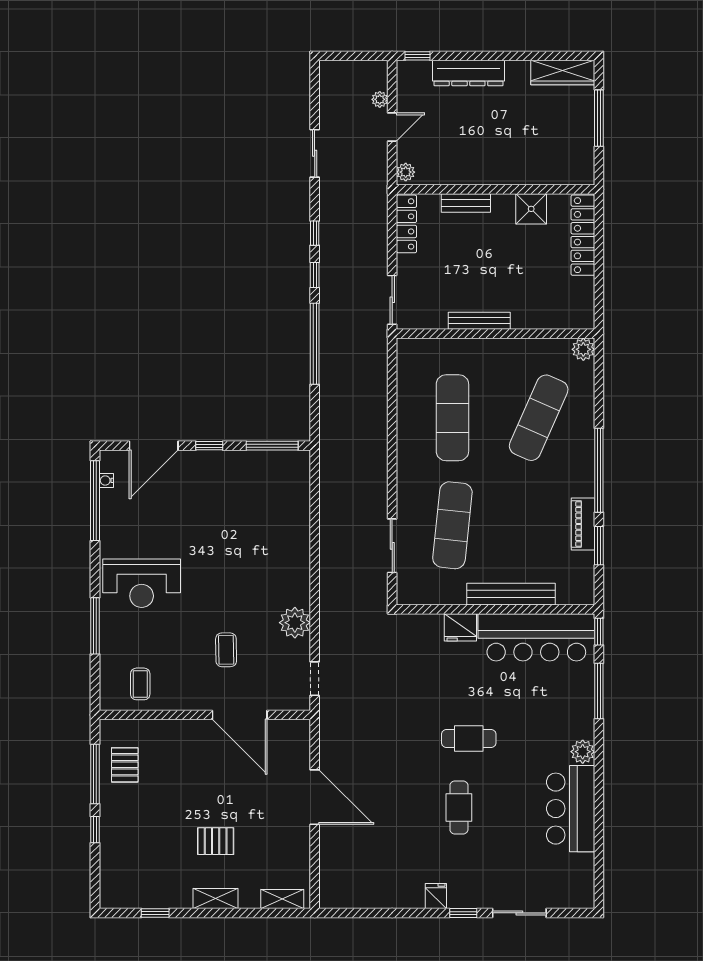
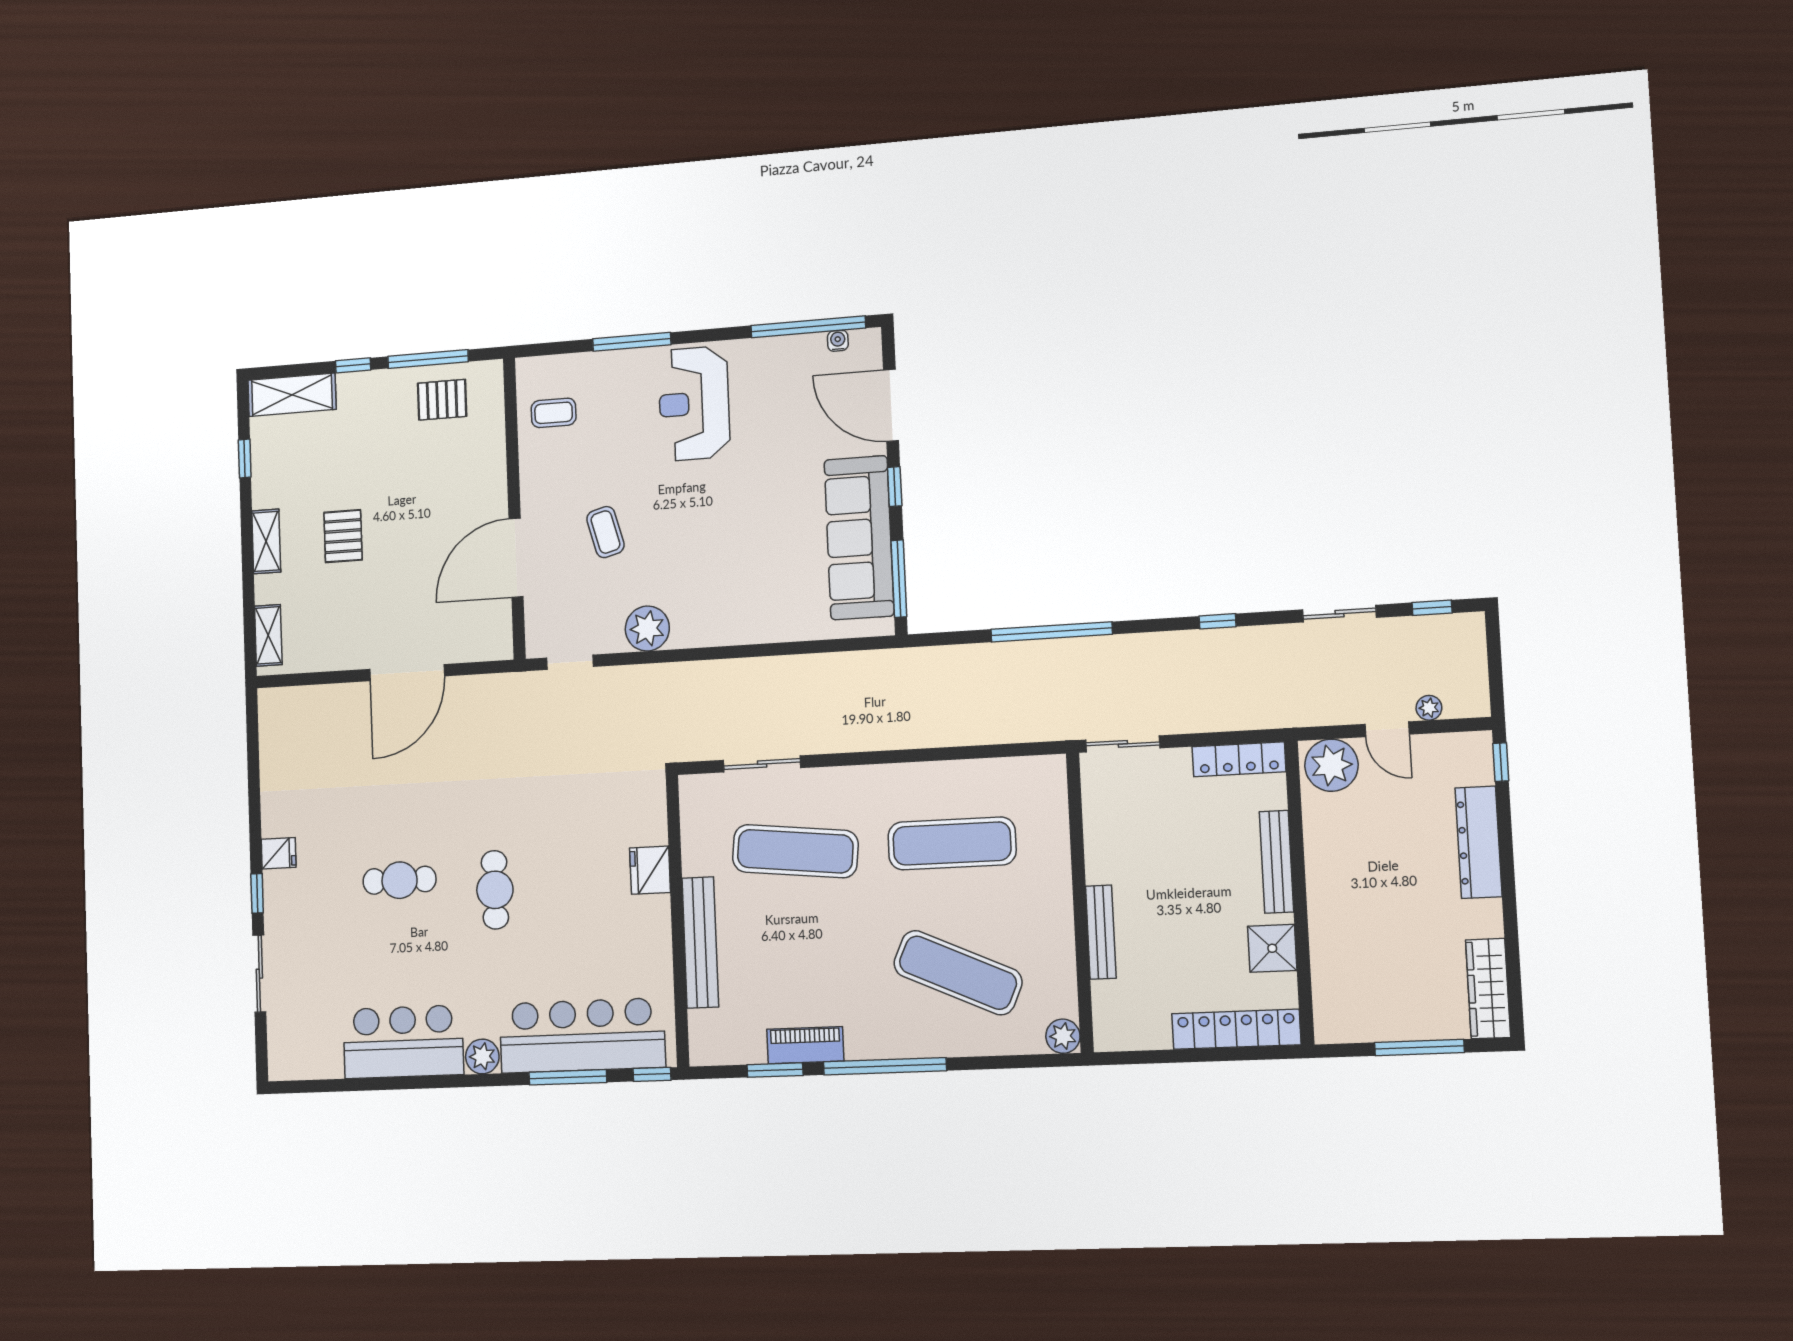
plant: (406, 172) -> (1331, 765), width x1.88, depth x1.88
bench: (466, 203) -> (1277, 862), width x1.36
window: (315, 275) -> (1432, 608), moved
bench: (479, 321) -> (1101, 932), moved
sofa: (242, 472) -> (859, 538), added
bar counter: (536, 637) -> (582, 1035), moved, turned 90
coffee table: (226, 650) -> (605, 532), turned 76
shelving: (112, 876) -> (292, 395), added

